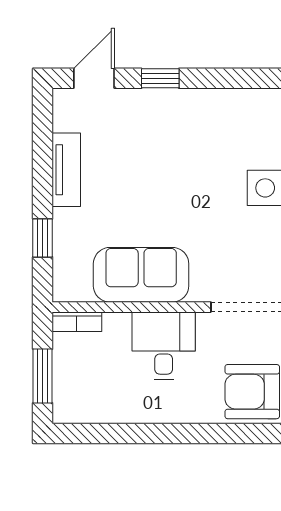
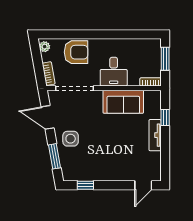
window: (160, 78) -> (85, 185), moved
tv unit: (66, 170) -> (155, 135), moved

